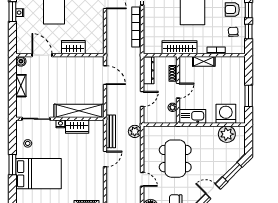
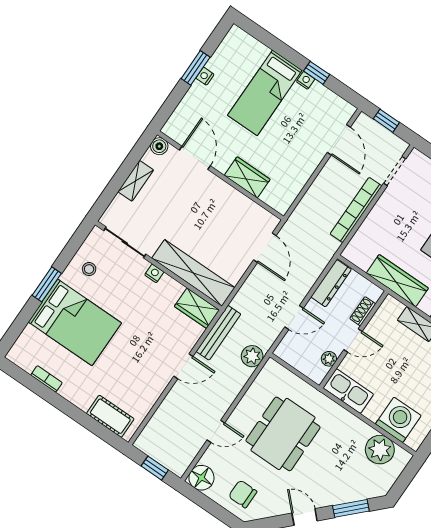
wardrobe: (77, 127) -> (197, 308), moved
door: (142, 179) -> (216, 431), hinge flipped

